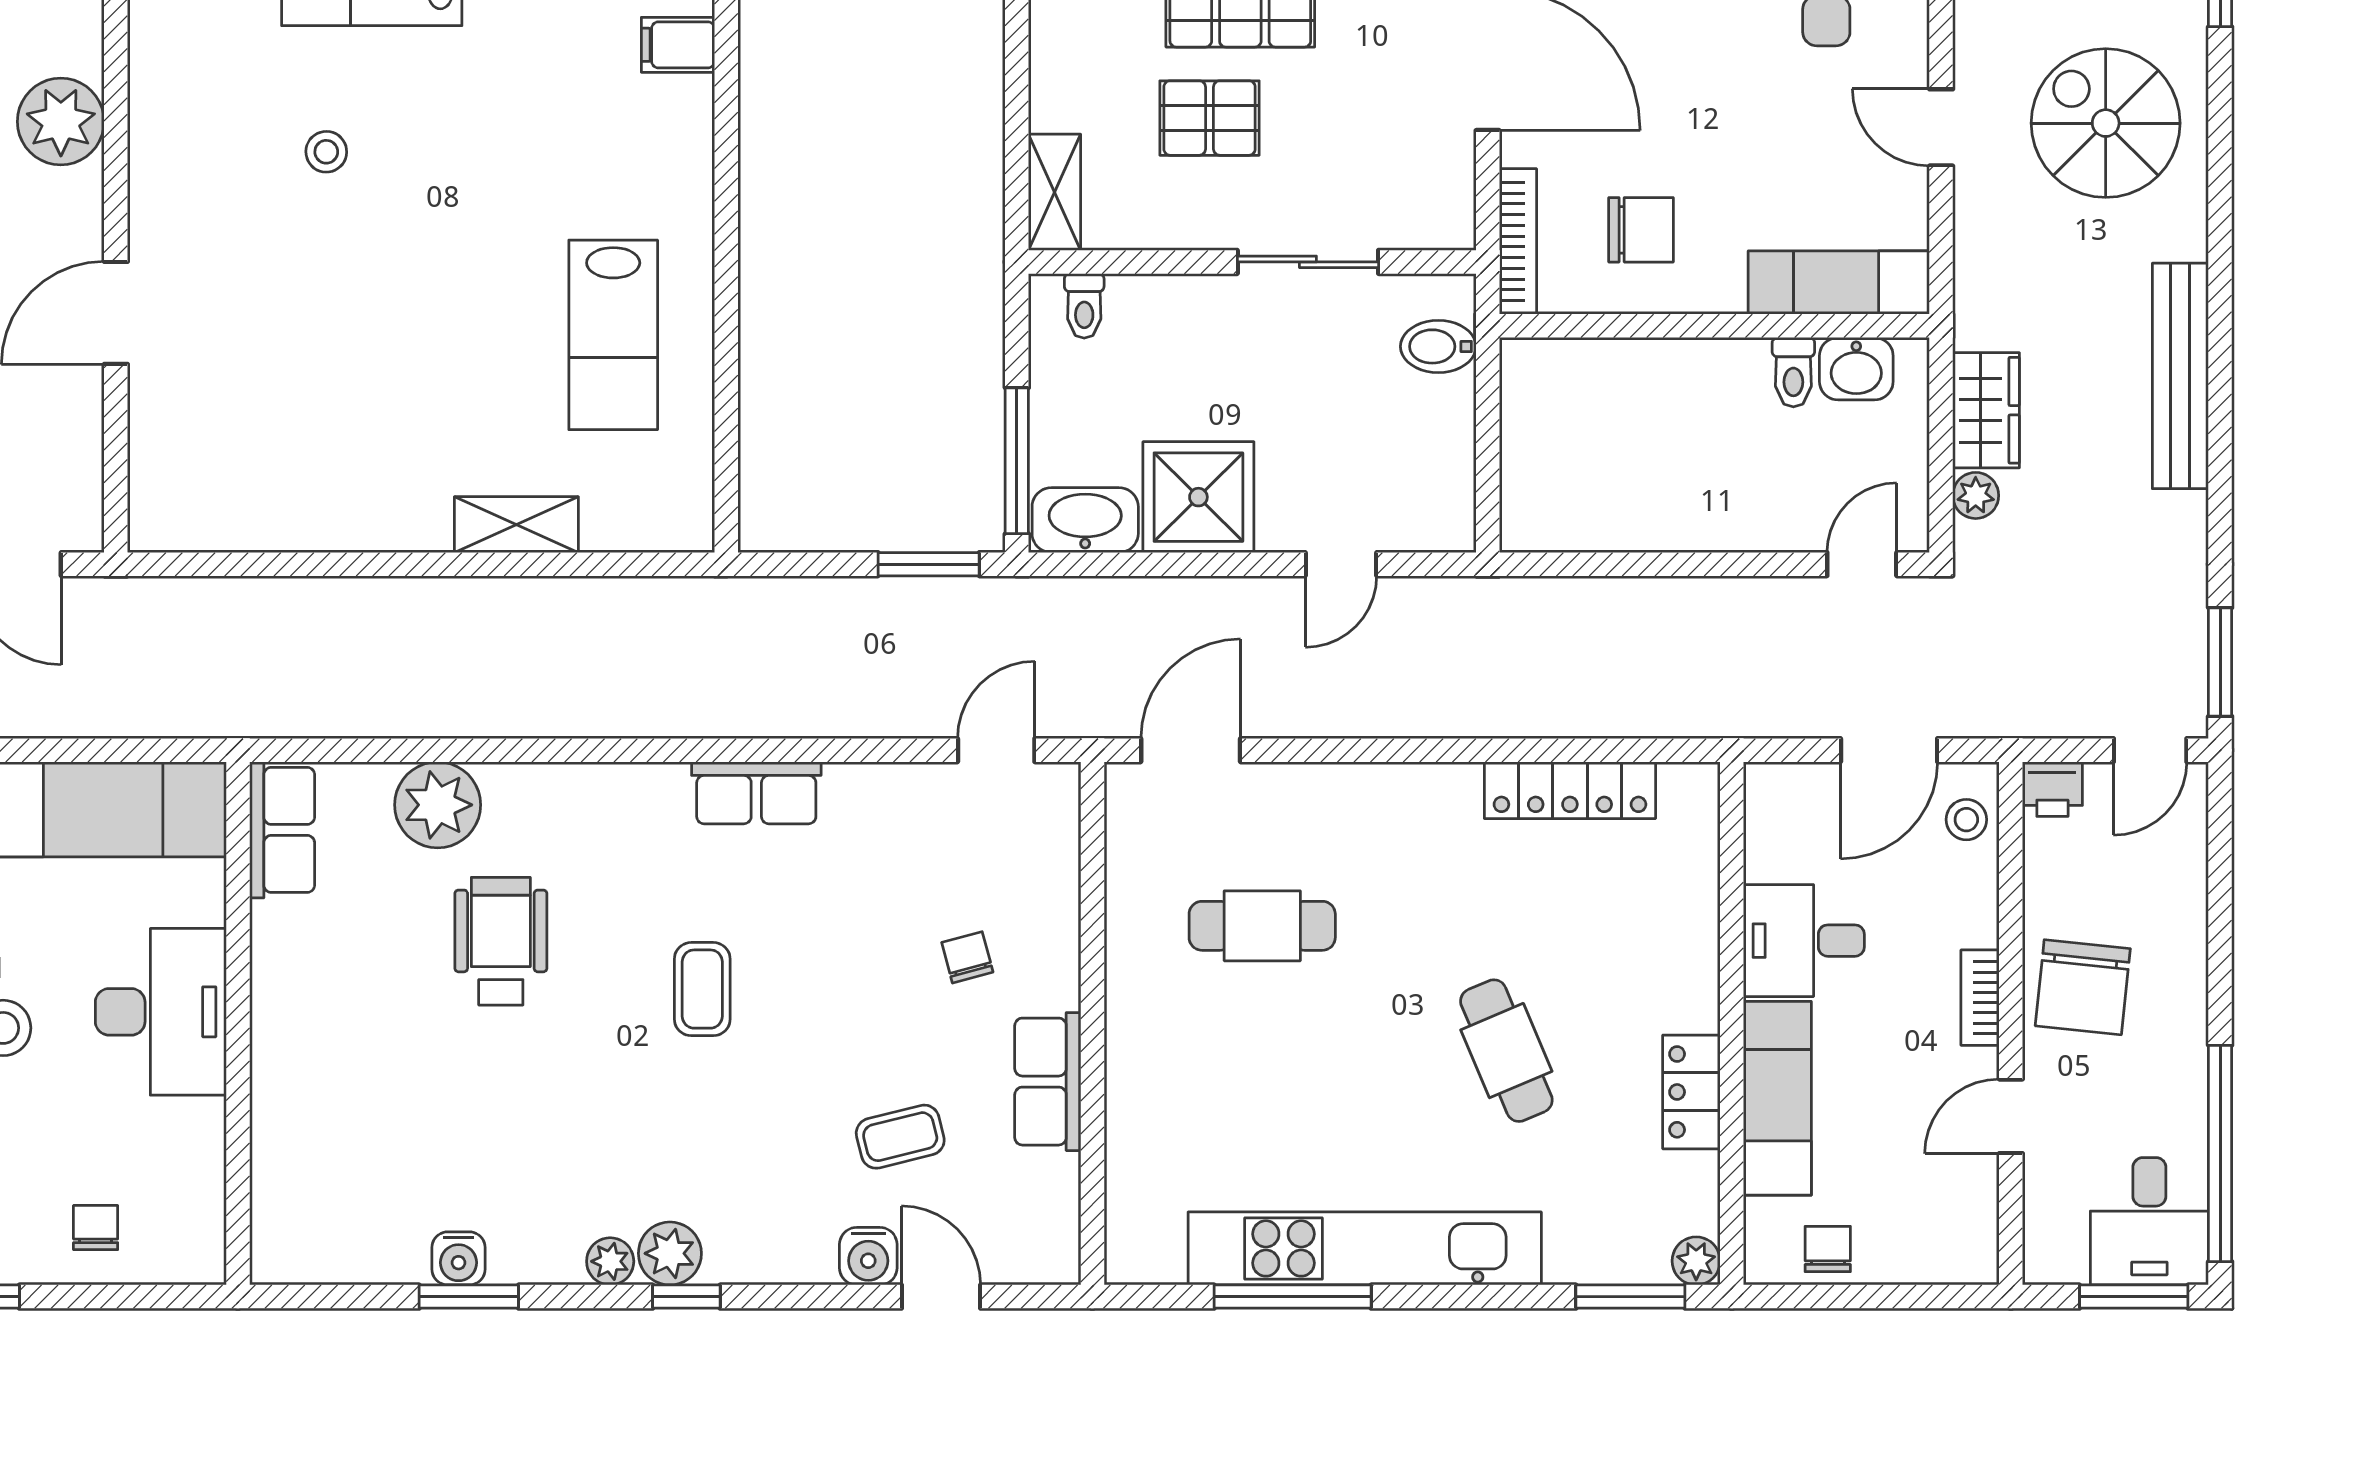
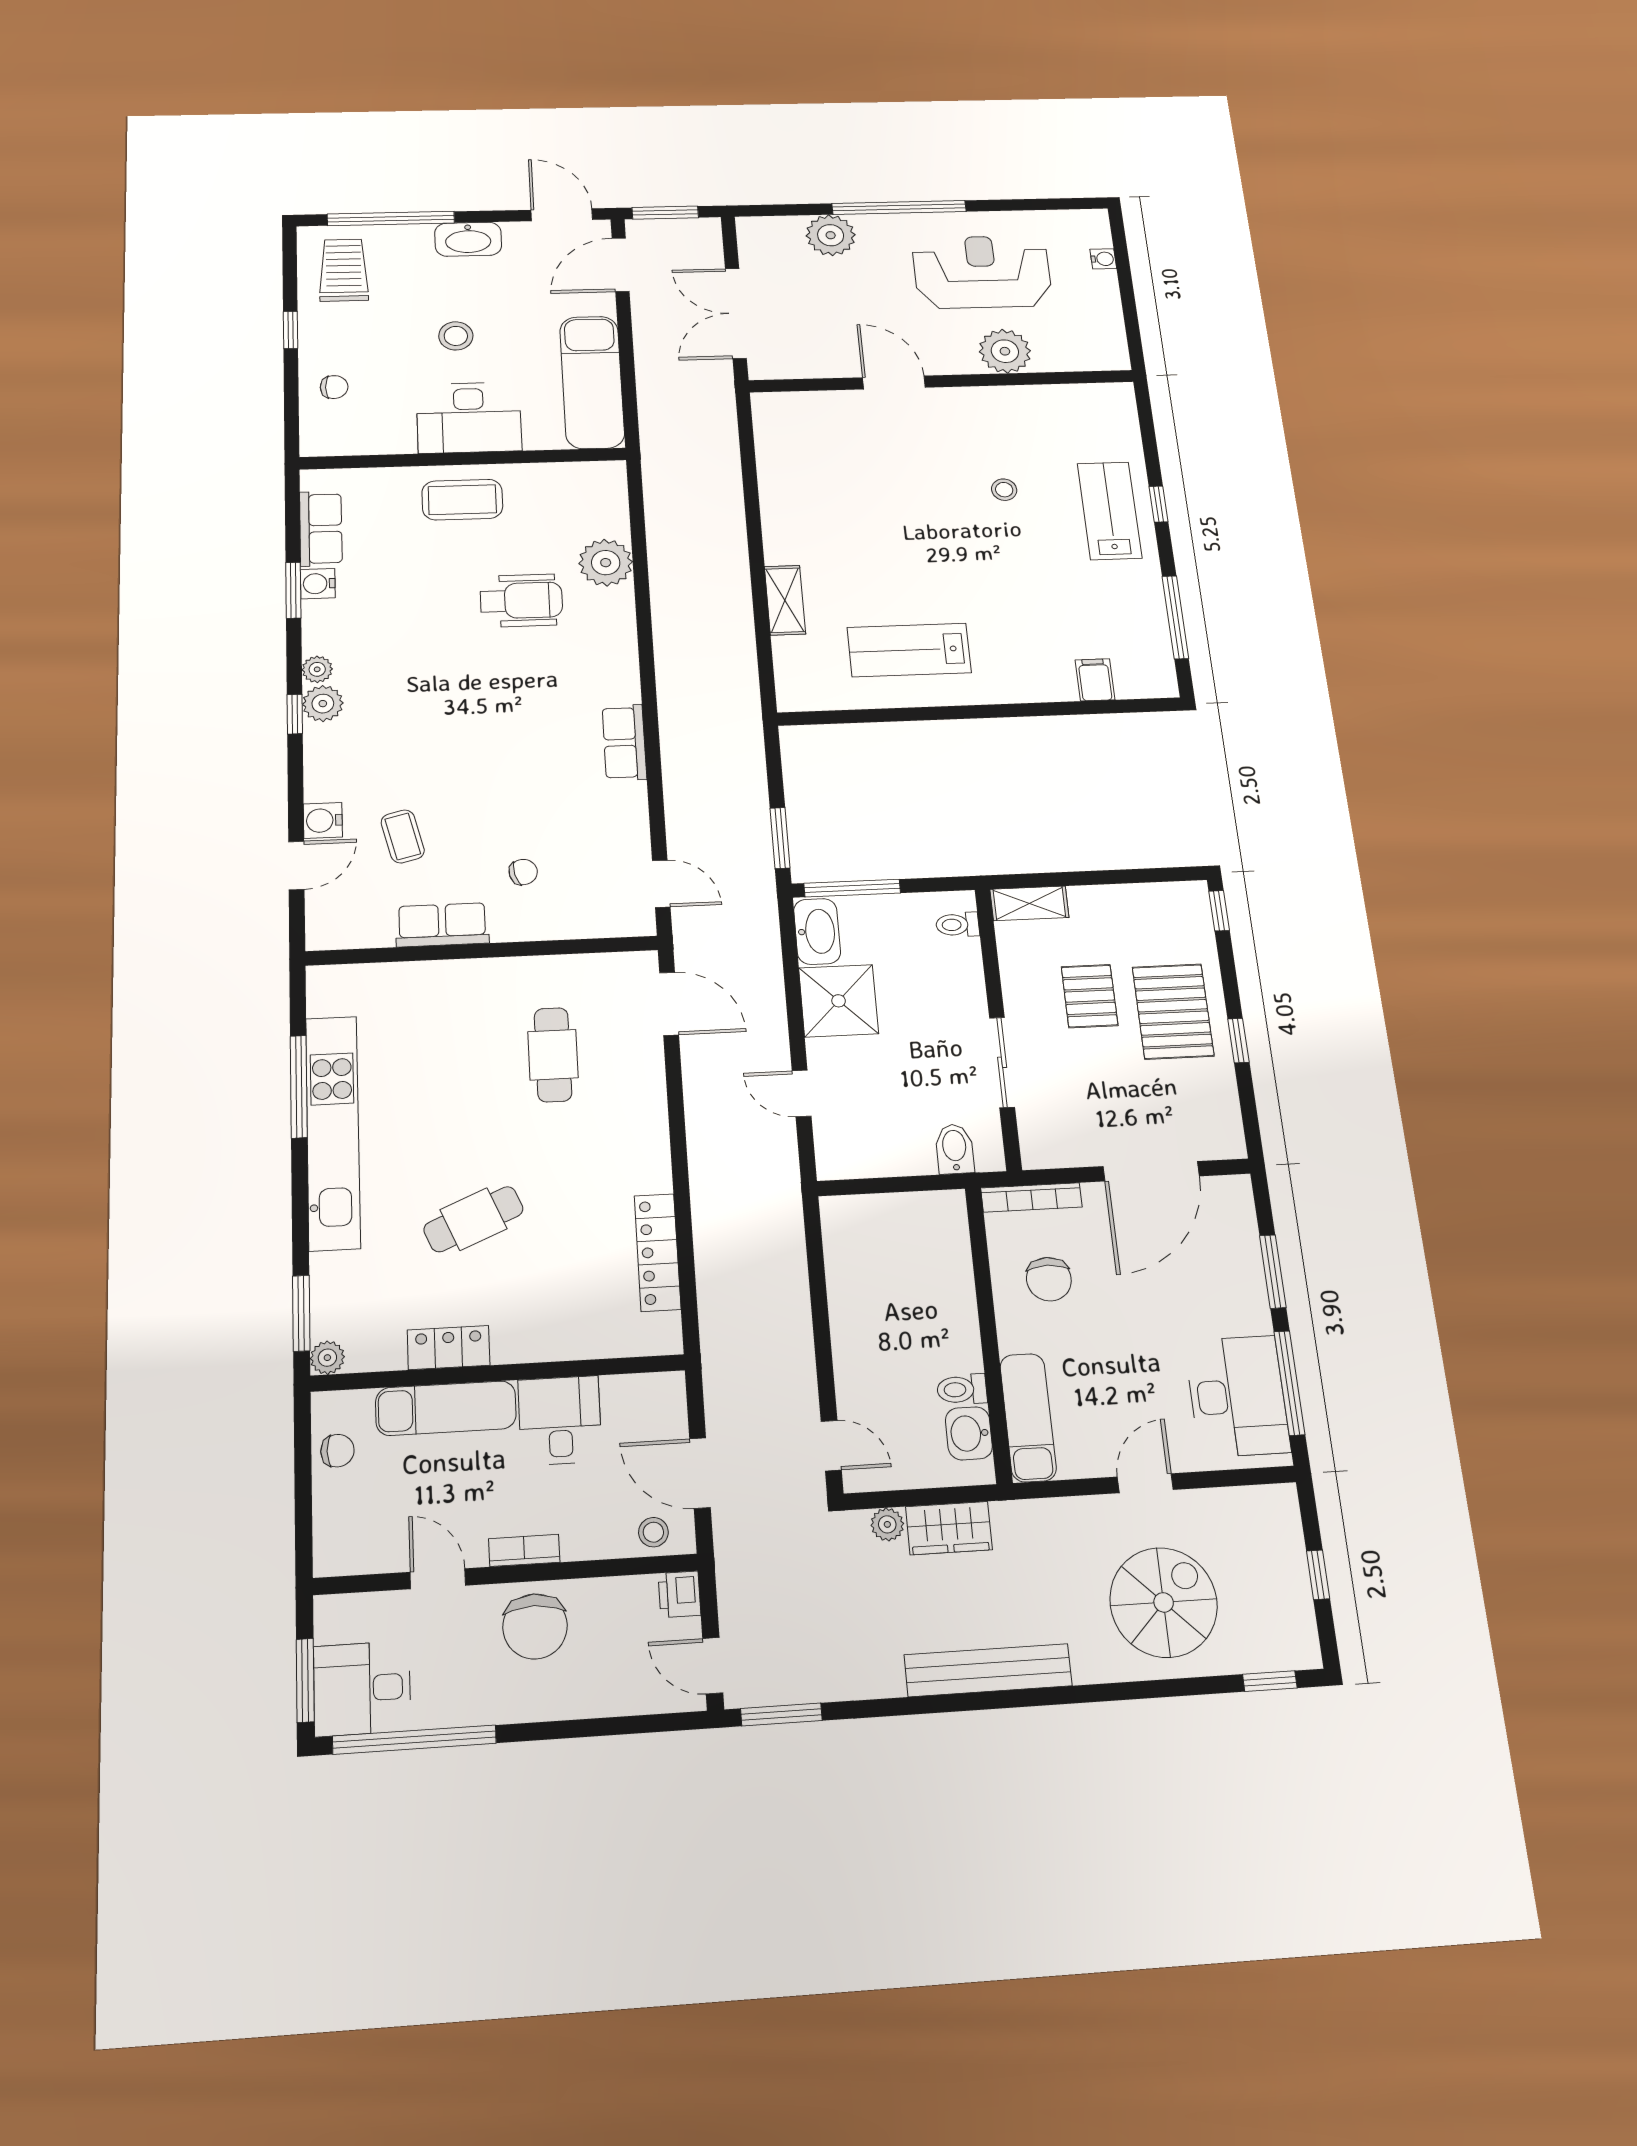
row of seats: (282, 830) -> (321, 529), moved, turned -90
chair: (2083, 987) -> (535, 1626), turned -96
coffee table: (702, 989) -> (462, 500), moved, width x1.36, depth x1.30

